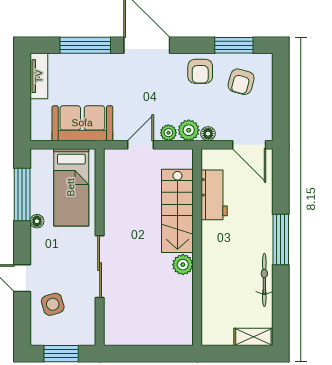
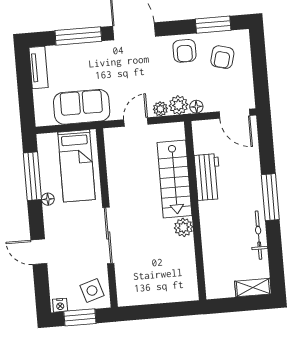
workbench: (214, 195) -> (208, 177), moved
side table: (53, 304) -> (92, 291), moved
nightstand: (41, 338) -> (60, 305), added

